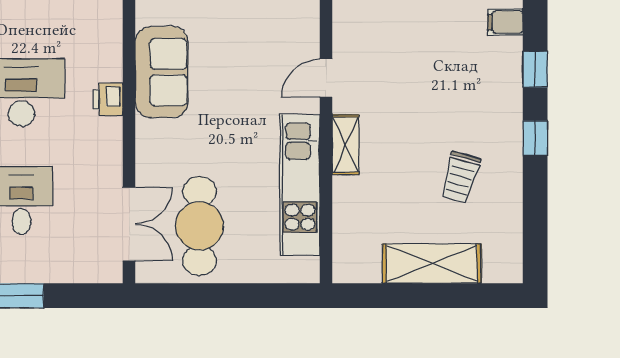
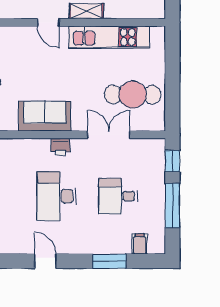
double door: (129, 224) -> (109, 135), moved
window: (83, 296) -> (172, 161), added

